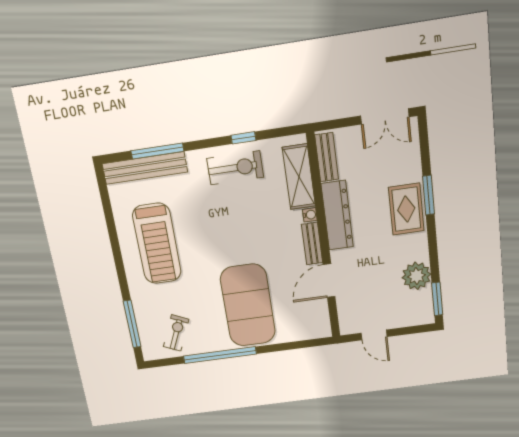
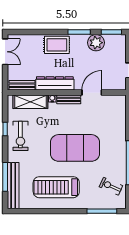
exercise bike: (235, 168) -> (20, 136), turned 180
window: (428, 195) -> (79, 32), moved
treadmill: (157, 244) -> (56, 187), turned 180
door: (329, 281) -> (92, 93), swing flipped
exercise mat: (248, 305) -> (75, 148), moved

